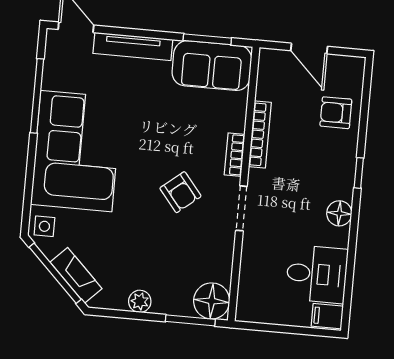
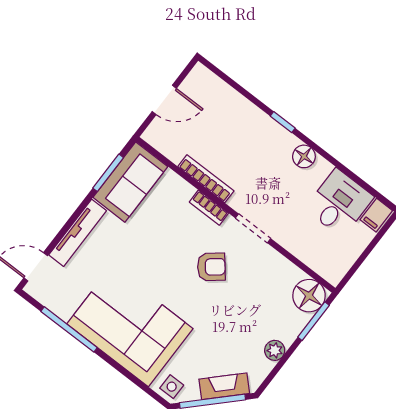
armchair: (336, 113) -> (226, 111), removed

